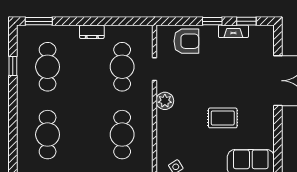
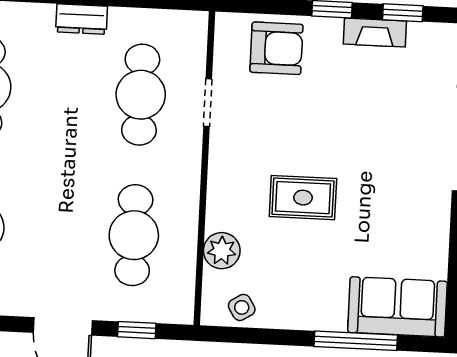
plant: (165, 101) -> (222, 251), moved
rug: (223, 118) -> (303, 198), moved

